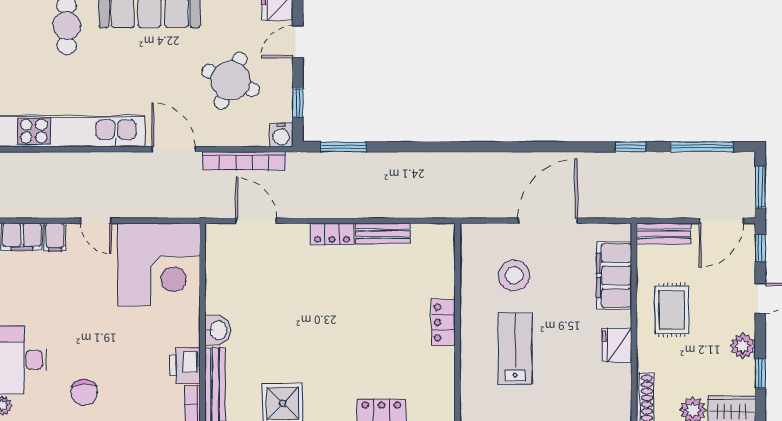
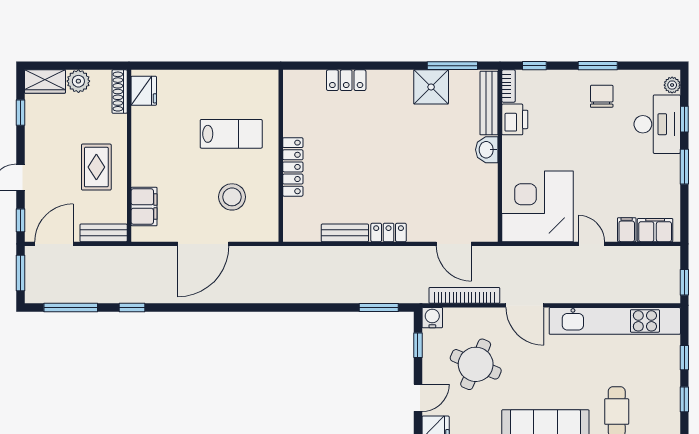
filing cabinet: (614, 275) -> (144, 207), width x0.67, depth x0.86
locker: (443, 322) -> (293, 167), width x1.53
fridge: (617, 345) -> (144, 91), moved
plant: (743, 346) -> (36, 136), removed
lab bench: (515, 349) -> (231, 134), turned -90

